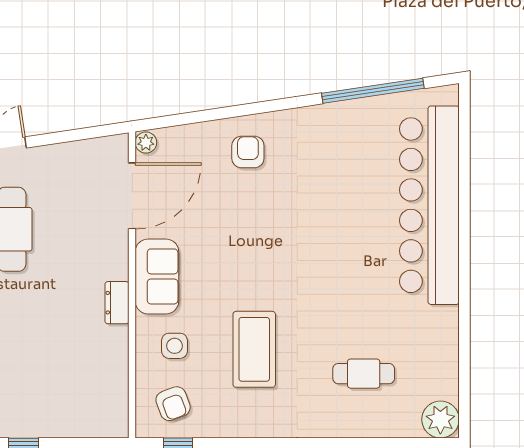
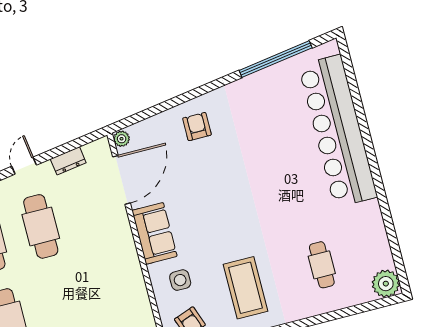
dresser: (117, 303) -> (68, 161), moved, turned -98
coffee table: (254, 349) -> (245, 288), moved
cafe table: (364, 374) -> (322, 265), turned 90

